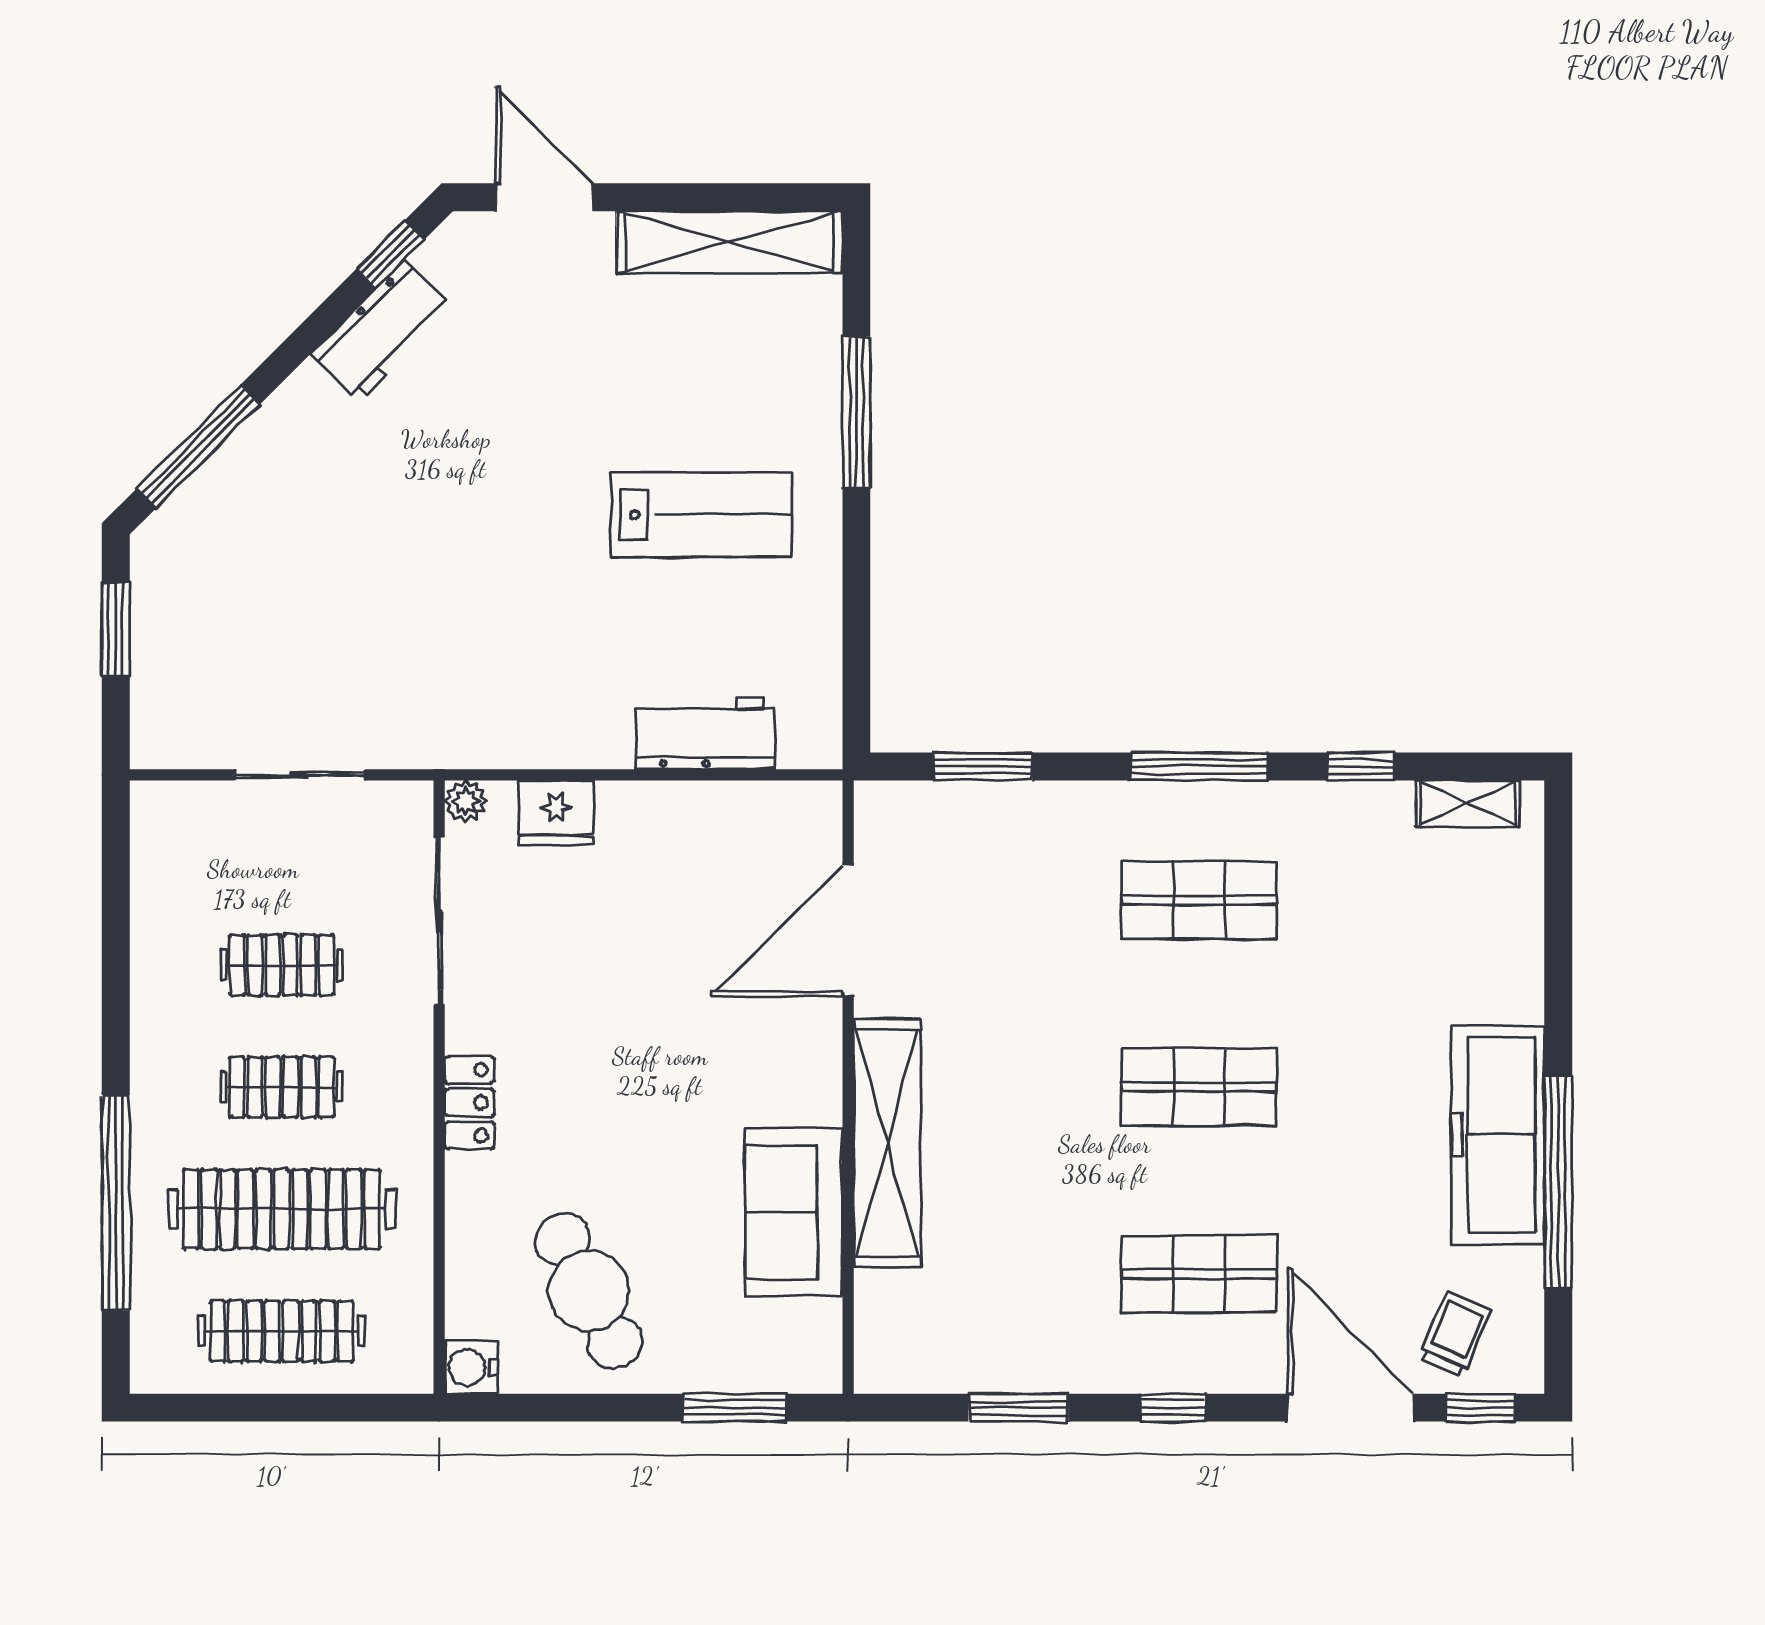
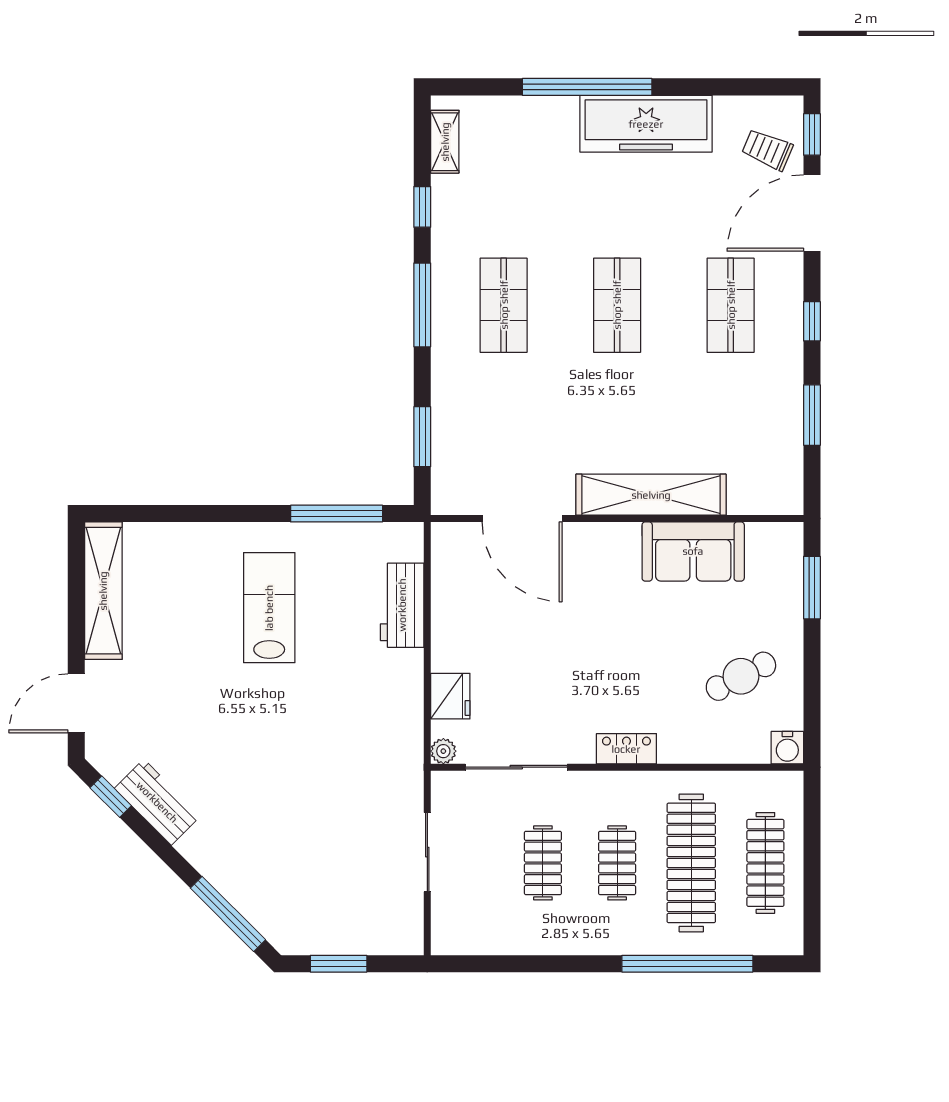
window: (856, 412) -> (337, 514), moved
window: (1558, 1182) -> (587, 87), moved
cafe table: (589, 1291) -> (741, 676), width x0.73, depth x0.74

